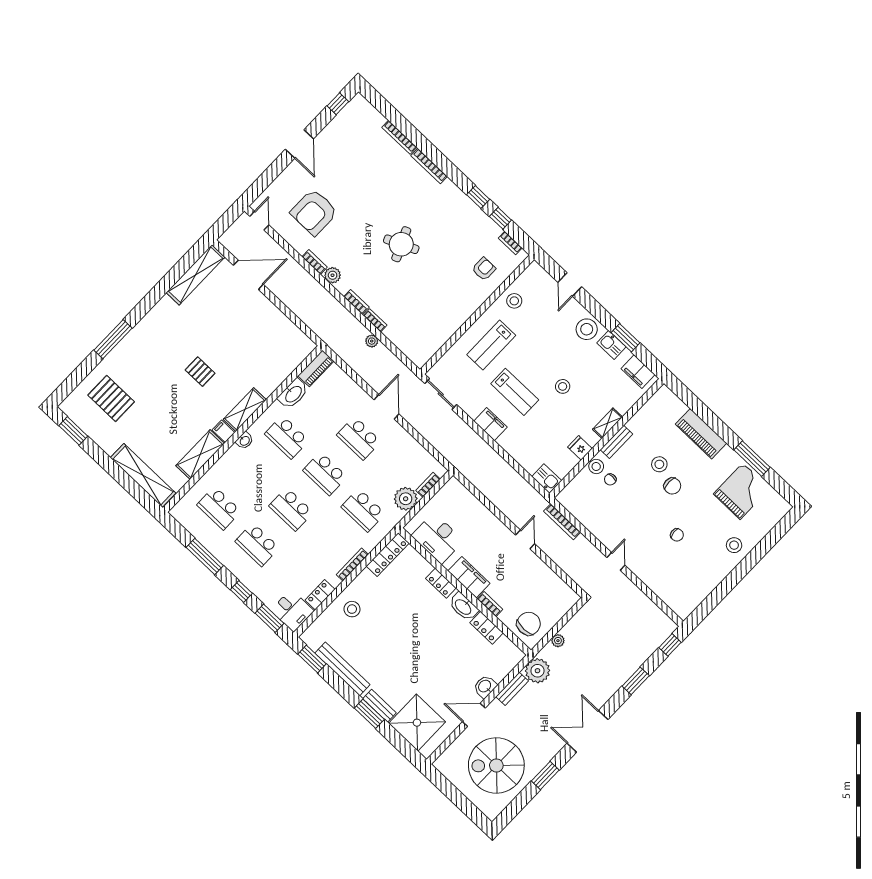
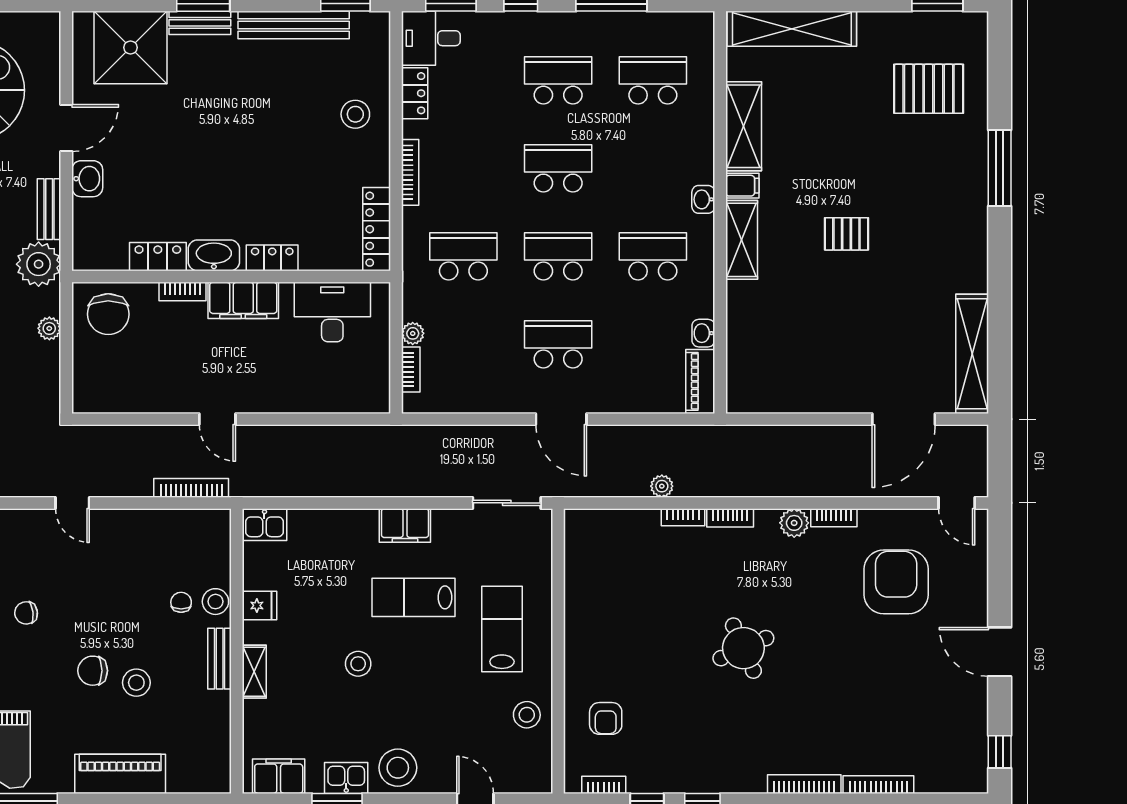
washbasin: (293, 394) -> (703, 333), width x0.52, depth x0.69
plant: (406, 499) -> (413, 333), width x0.53, depth x0.53

